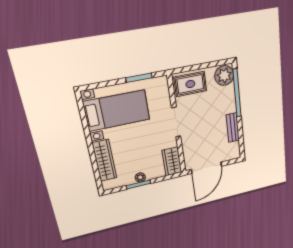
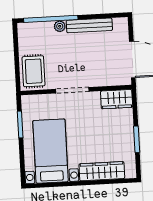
plant: (224, 76) -> (60, 26), moved, width x0.53, depth x0.53
bench: (233, 128) -> (89, 25), width x1.36
plant: (140, 177) -> (129, 136), removed

